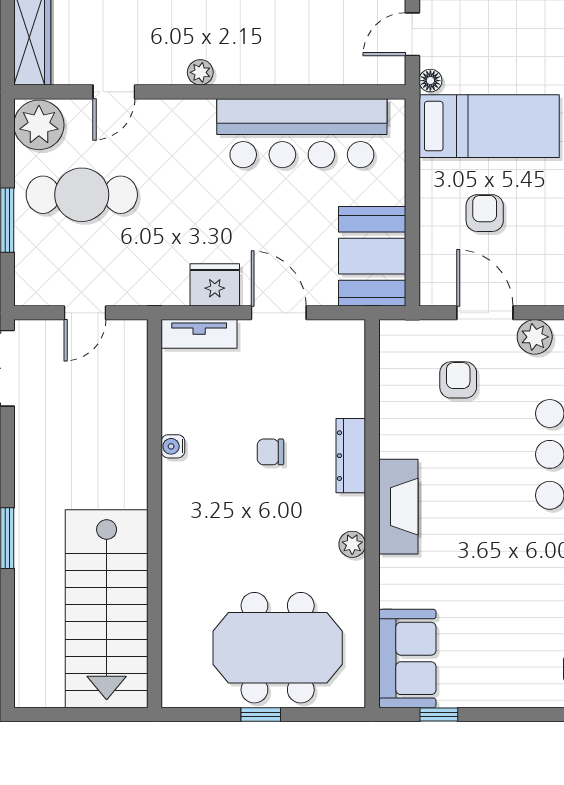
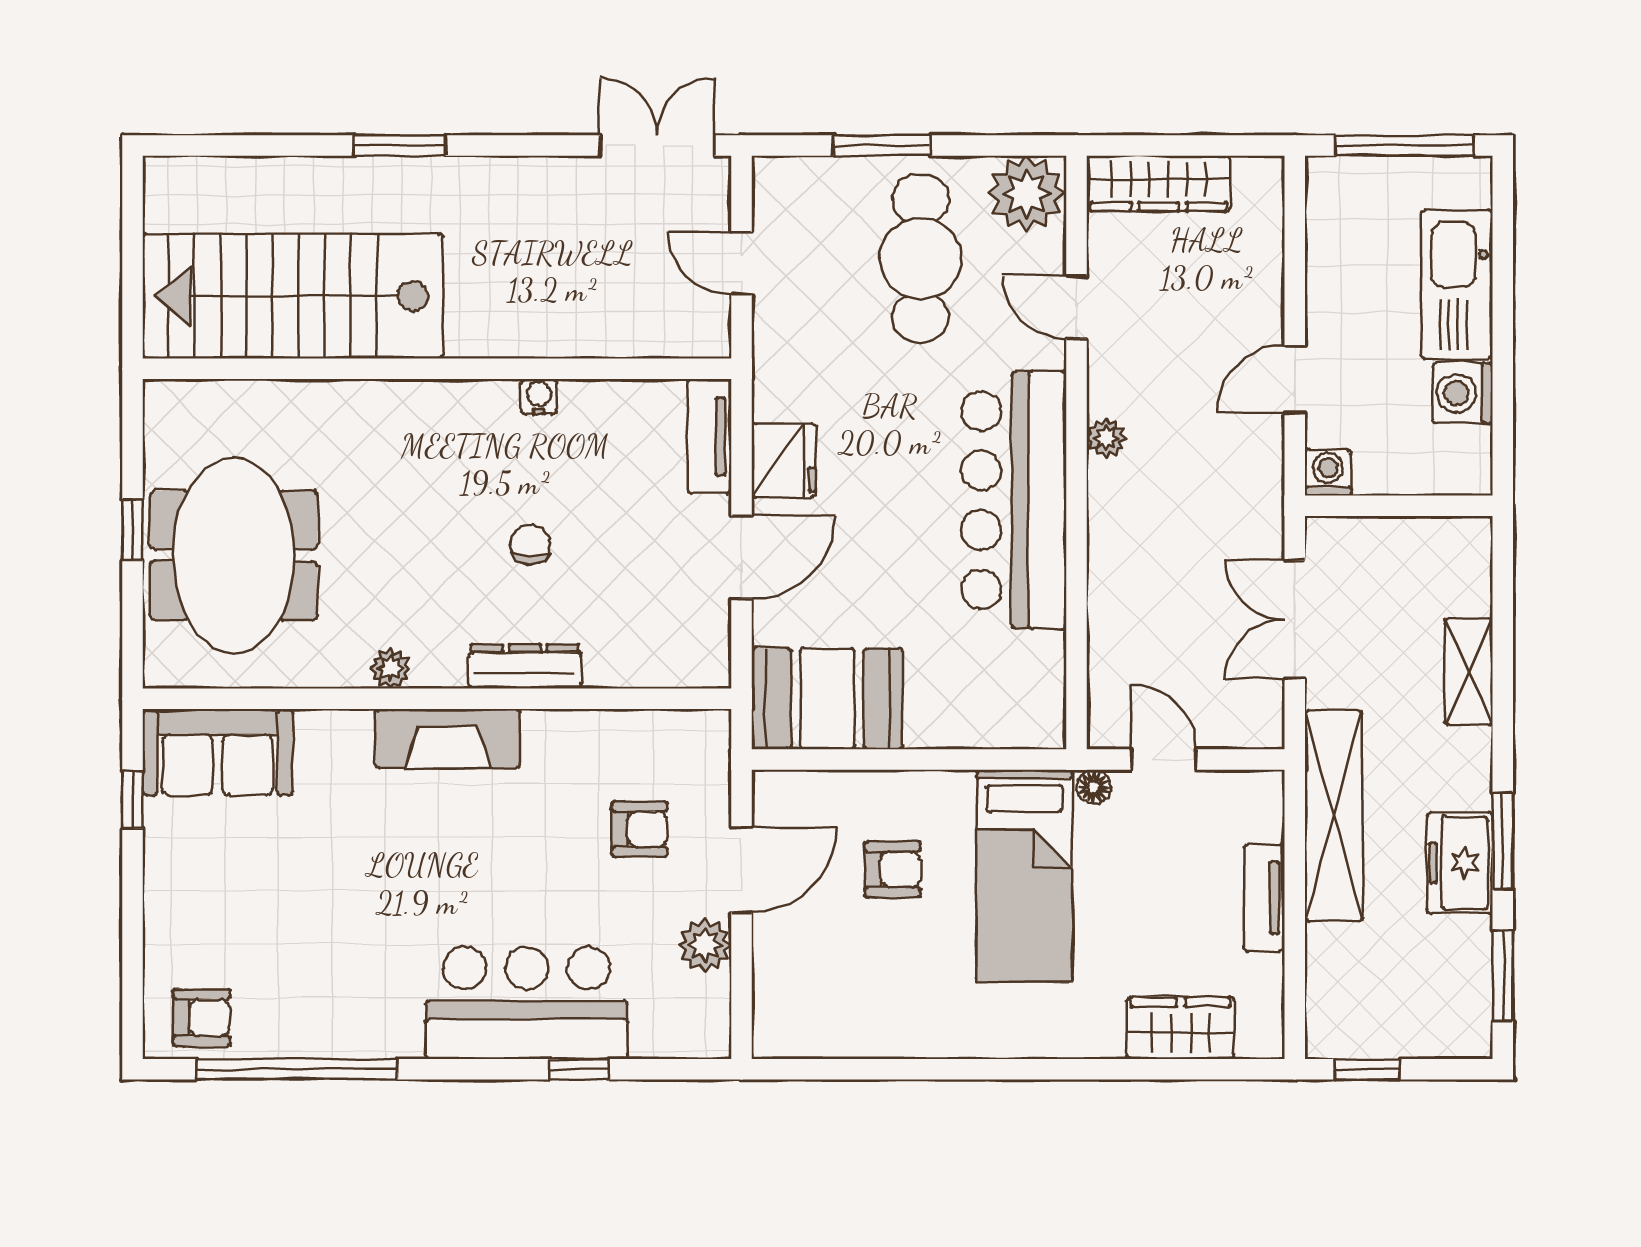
bar counter: (302, 133) -> (1014, 500), moved

